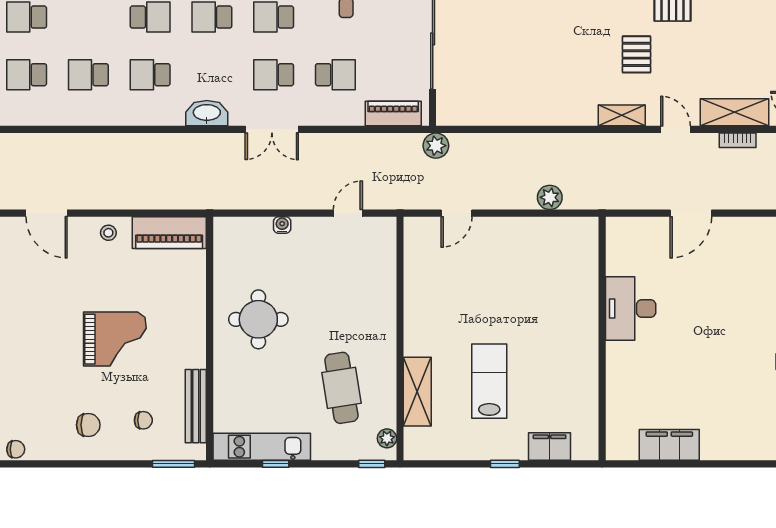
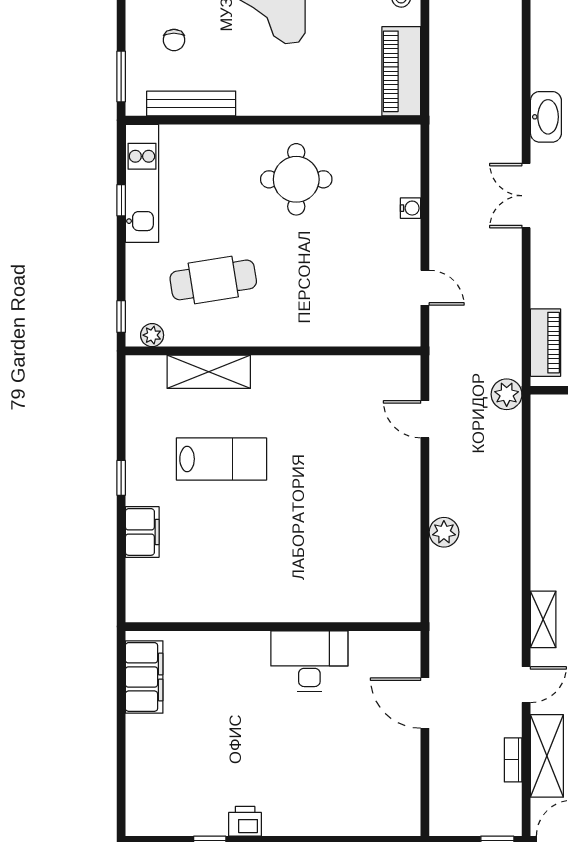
desk: (631, 308) -> (309, 661), moved
wall: (602, 339) -> (273, 627), moved

